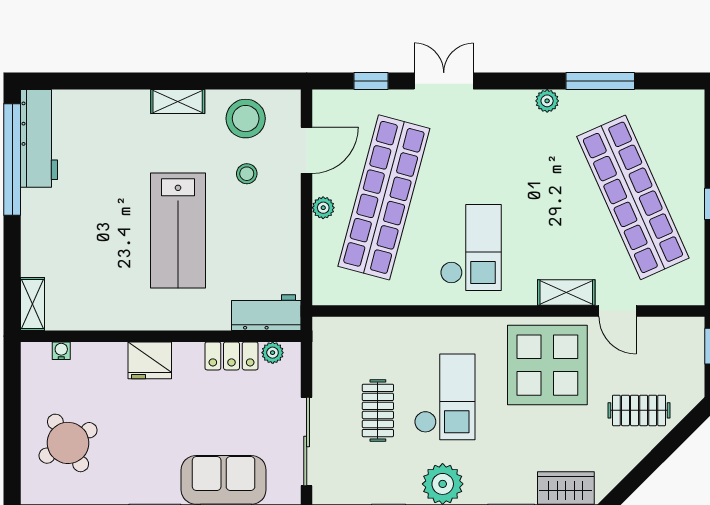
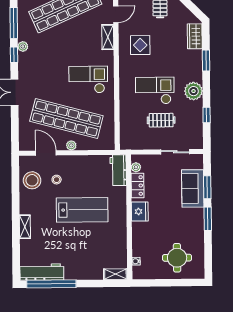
window: (371, 81) -> (14, 55), moved
shelving: (178, 102) -> (25, 227), moved
fridge: (150, 360) -> (140, 211), moved
display table: (547, 365) -> (140, 45), width x0.54, depth x0.54
sliding door: (307, 441) -> (175, 152), width x0.73
round table: (68, 443) -> (177, 258), turned 31

